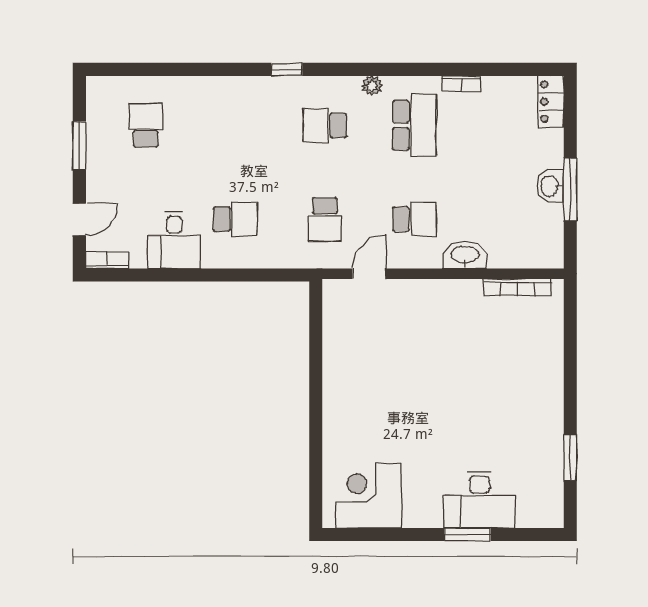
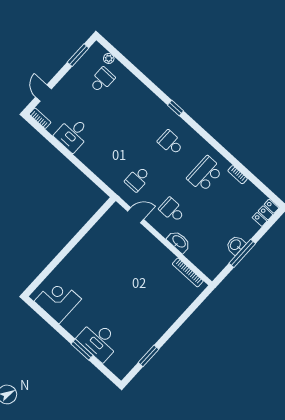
plant: (372, 86) -> (109, 58), moved
school desk: (414, 125) -> (205, 174), turned 180
window: (79, 146) -> (78, 55), moved
door: (79, 219) -> (44, 93), swing flipped
school desk: (235, 219) -> (103, 147), removed
school desk: (414, 219) -> (172, 210), turned 180

